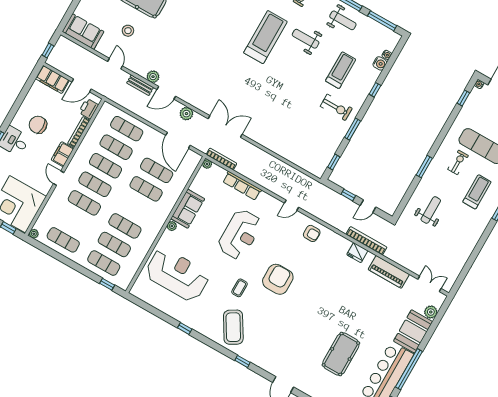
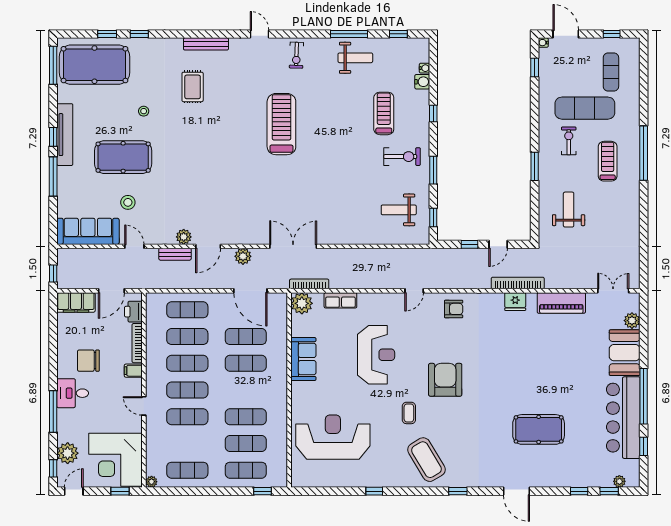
window: (382, 21) -> (398, 34), width x0.46
sofa: (83, 32) -> (88, 231), width x1.36
weight bench: (306, 39) -> (399, 210), moved
filing cabinet: (62, 154) -> (133, 371), width x0.50
plant: (207, 164) -> (302, 303), width x1.87, depth x1.87
row of seats: (242, 186) -> (340, 300), width x0.68
plant: (172, 226) -> (297, 388), removed
pool table: (341, 354) -> (539, 429), moved, turned 90

